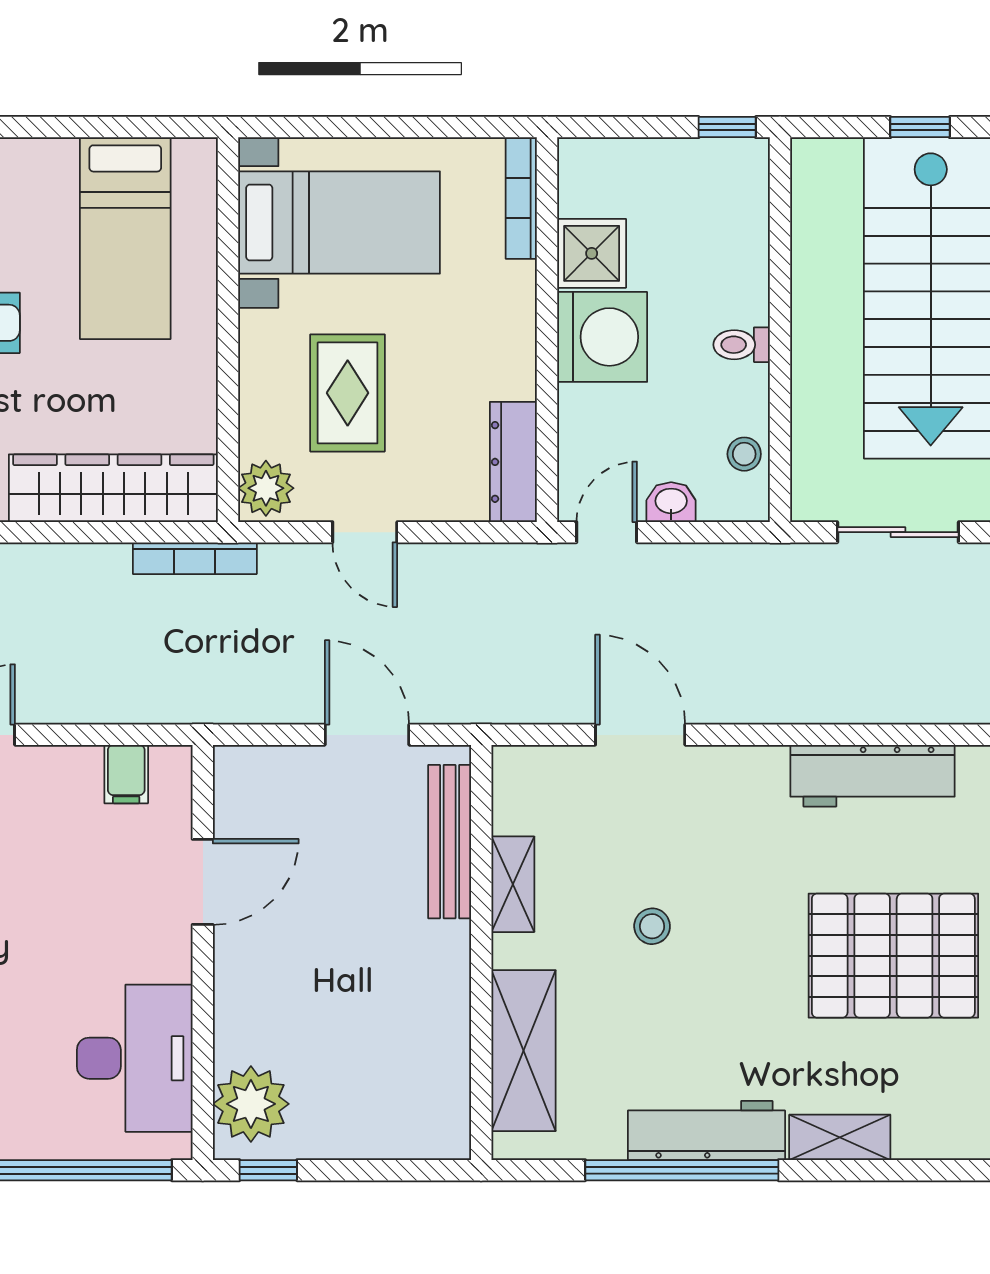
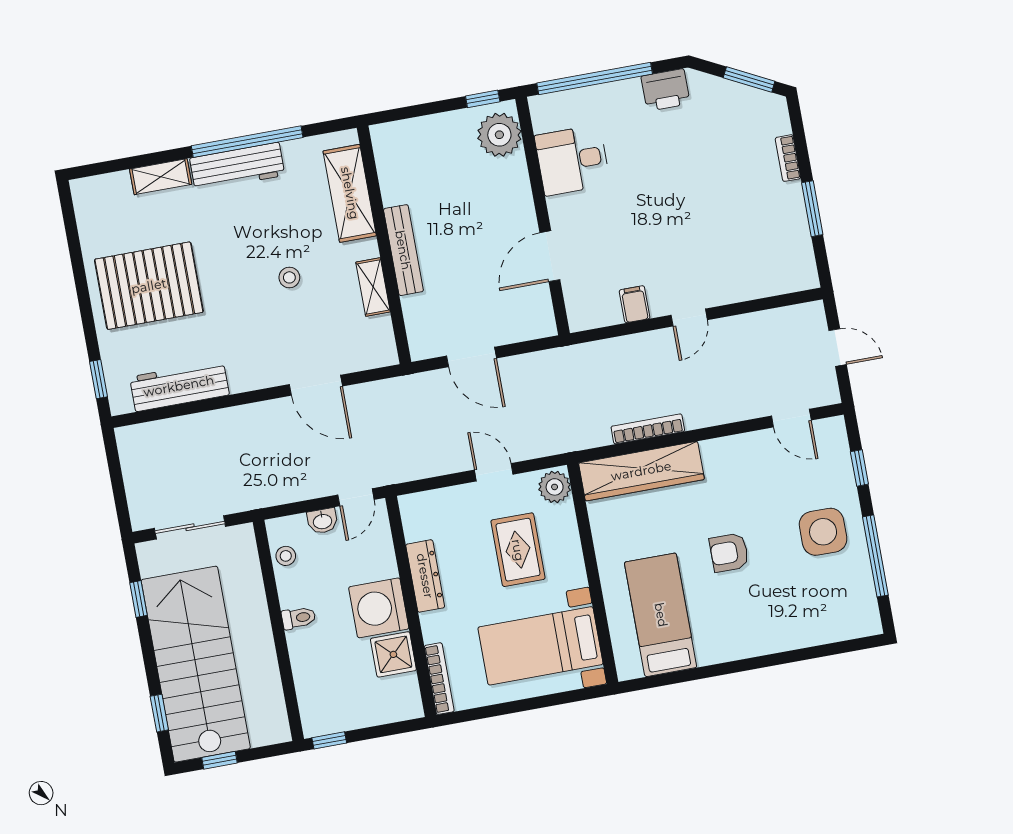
dresser: (513, 462) -> (425, 576), moved
bookcase: (195, 558) -> (648, 429), moved
filing cabinet: (126, 774) -> (635, 304), moved
bench: (450, 842) -> (403, 250), moved
desk: (135, 1058) -> (572, 160), width x0.73

